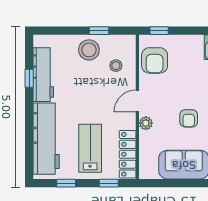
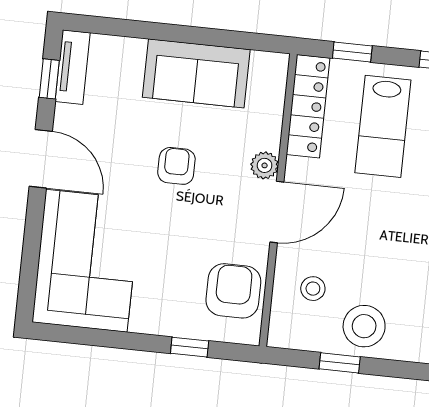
window: (159, 31) -> (190, 347), moved
door: (137, 101) -> (277, 212), width x1.38

